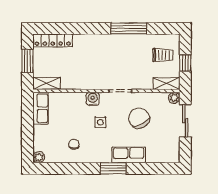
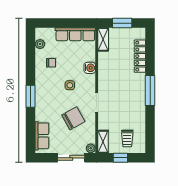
window: (129, 28) -> (150, 90), moved
locker: (53, 40) -> (140, 56), moved
water cooler: (93, 99) -> (90, 68), moved
row of seats: (41, 108) -> (75, 34), width x1.48
row of seats: (129, 155) -> (42, 136), moved
plant: (39, 157) -> (40, 44), moved

